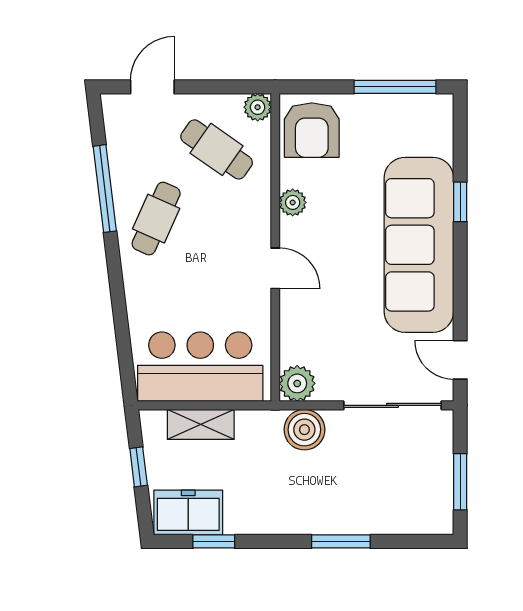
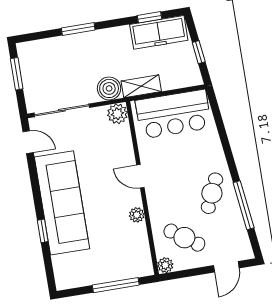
window: (395, 87) -> (116, 285), moved
armchair: (312, 130) -> (133, 257), removed
shelving: (201, 424) -> (141, 86), moved
freezer: (188, 513) -> (159, 32), width x1.40

